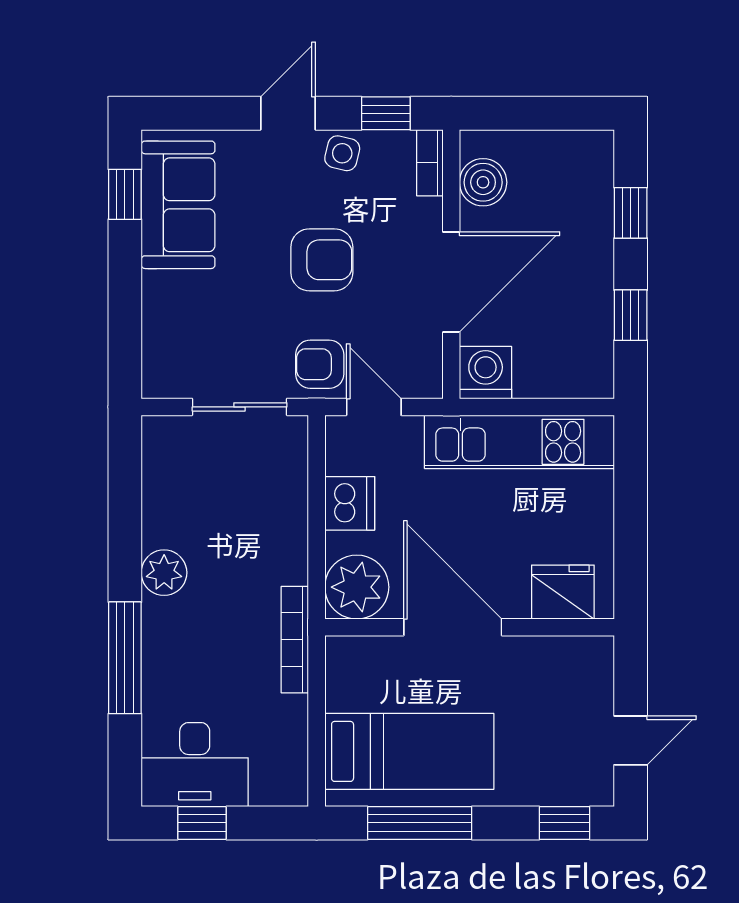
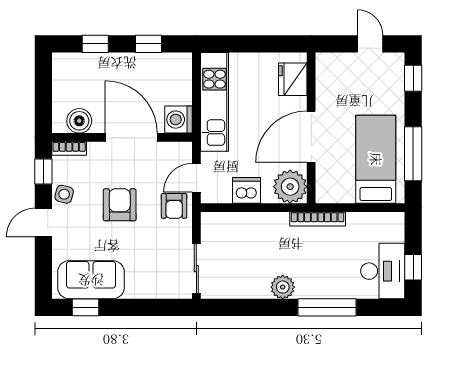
door: (288, 113) -> (43, 222), hinge flipped
sliding door: (239, 407) -> (196, 269), moved

